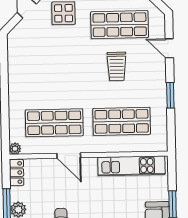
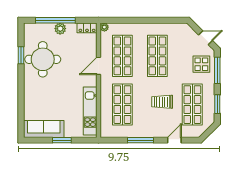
shop shelf: (53, 74) -> (157, 56), added
window: (170, 95) -> (141, 140), width x1.44

